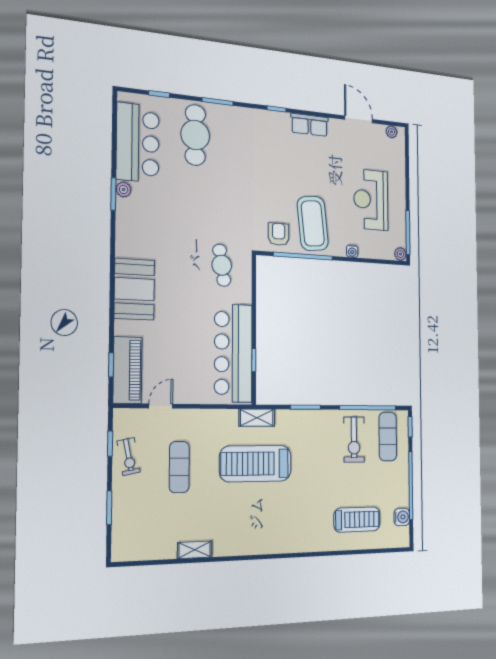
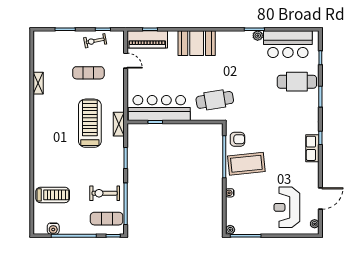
row of seats: (309, 125) -> (312, 148), moved
reception desk: (371, 200) -> (287, 207), moved, turned -90
cafe table: (222, 265) -> (215, 100), width x1.37, depth x1.35
treadmill: (357, 520) -> (53, 195), turned -90

